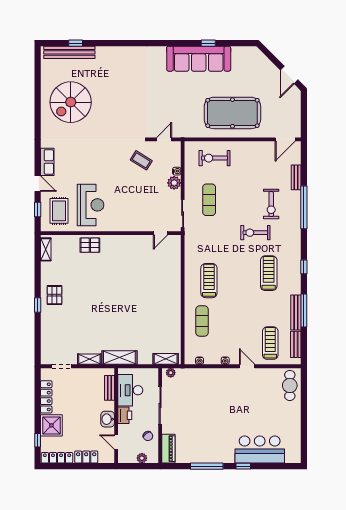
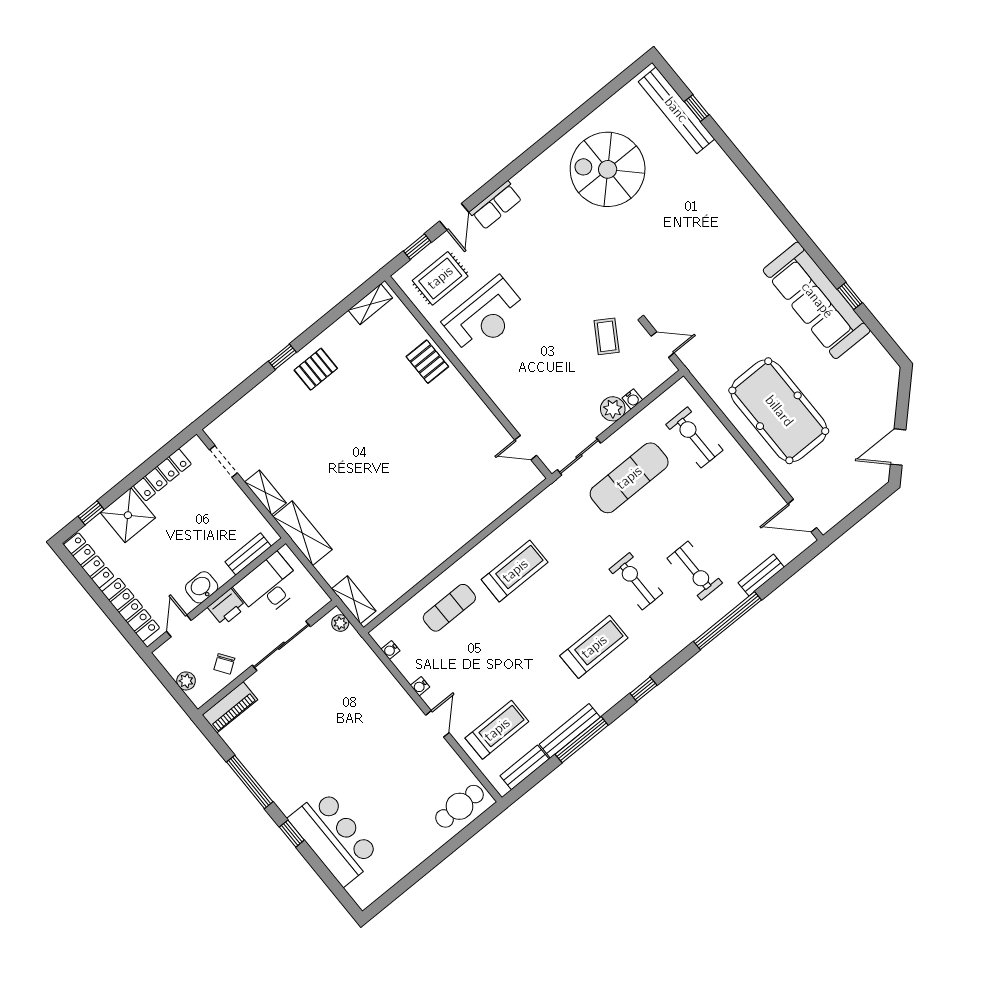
exercise mat: (209, 200) -> (629, 478), width x1.36, depth x1.45
exercise bike: (271, 204) -> (695, 571), turned -90
locker: (86, 457) -> (131, 610), width x1.53

